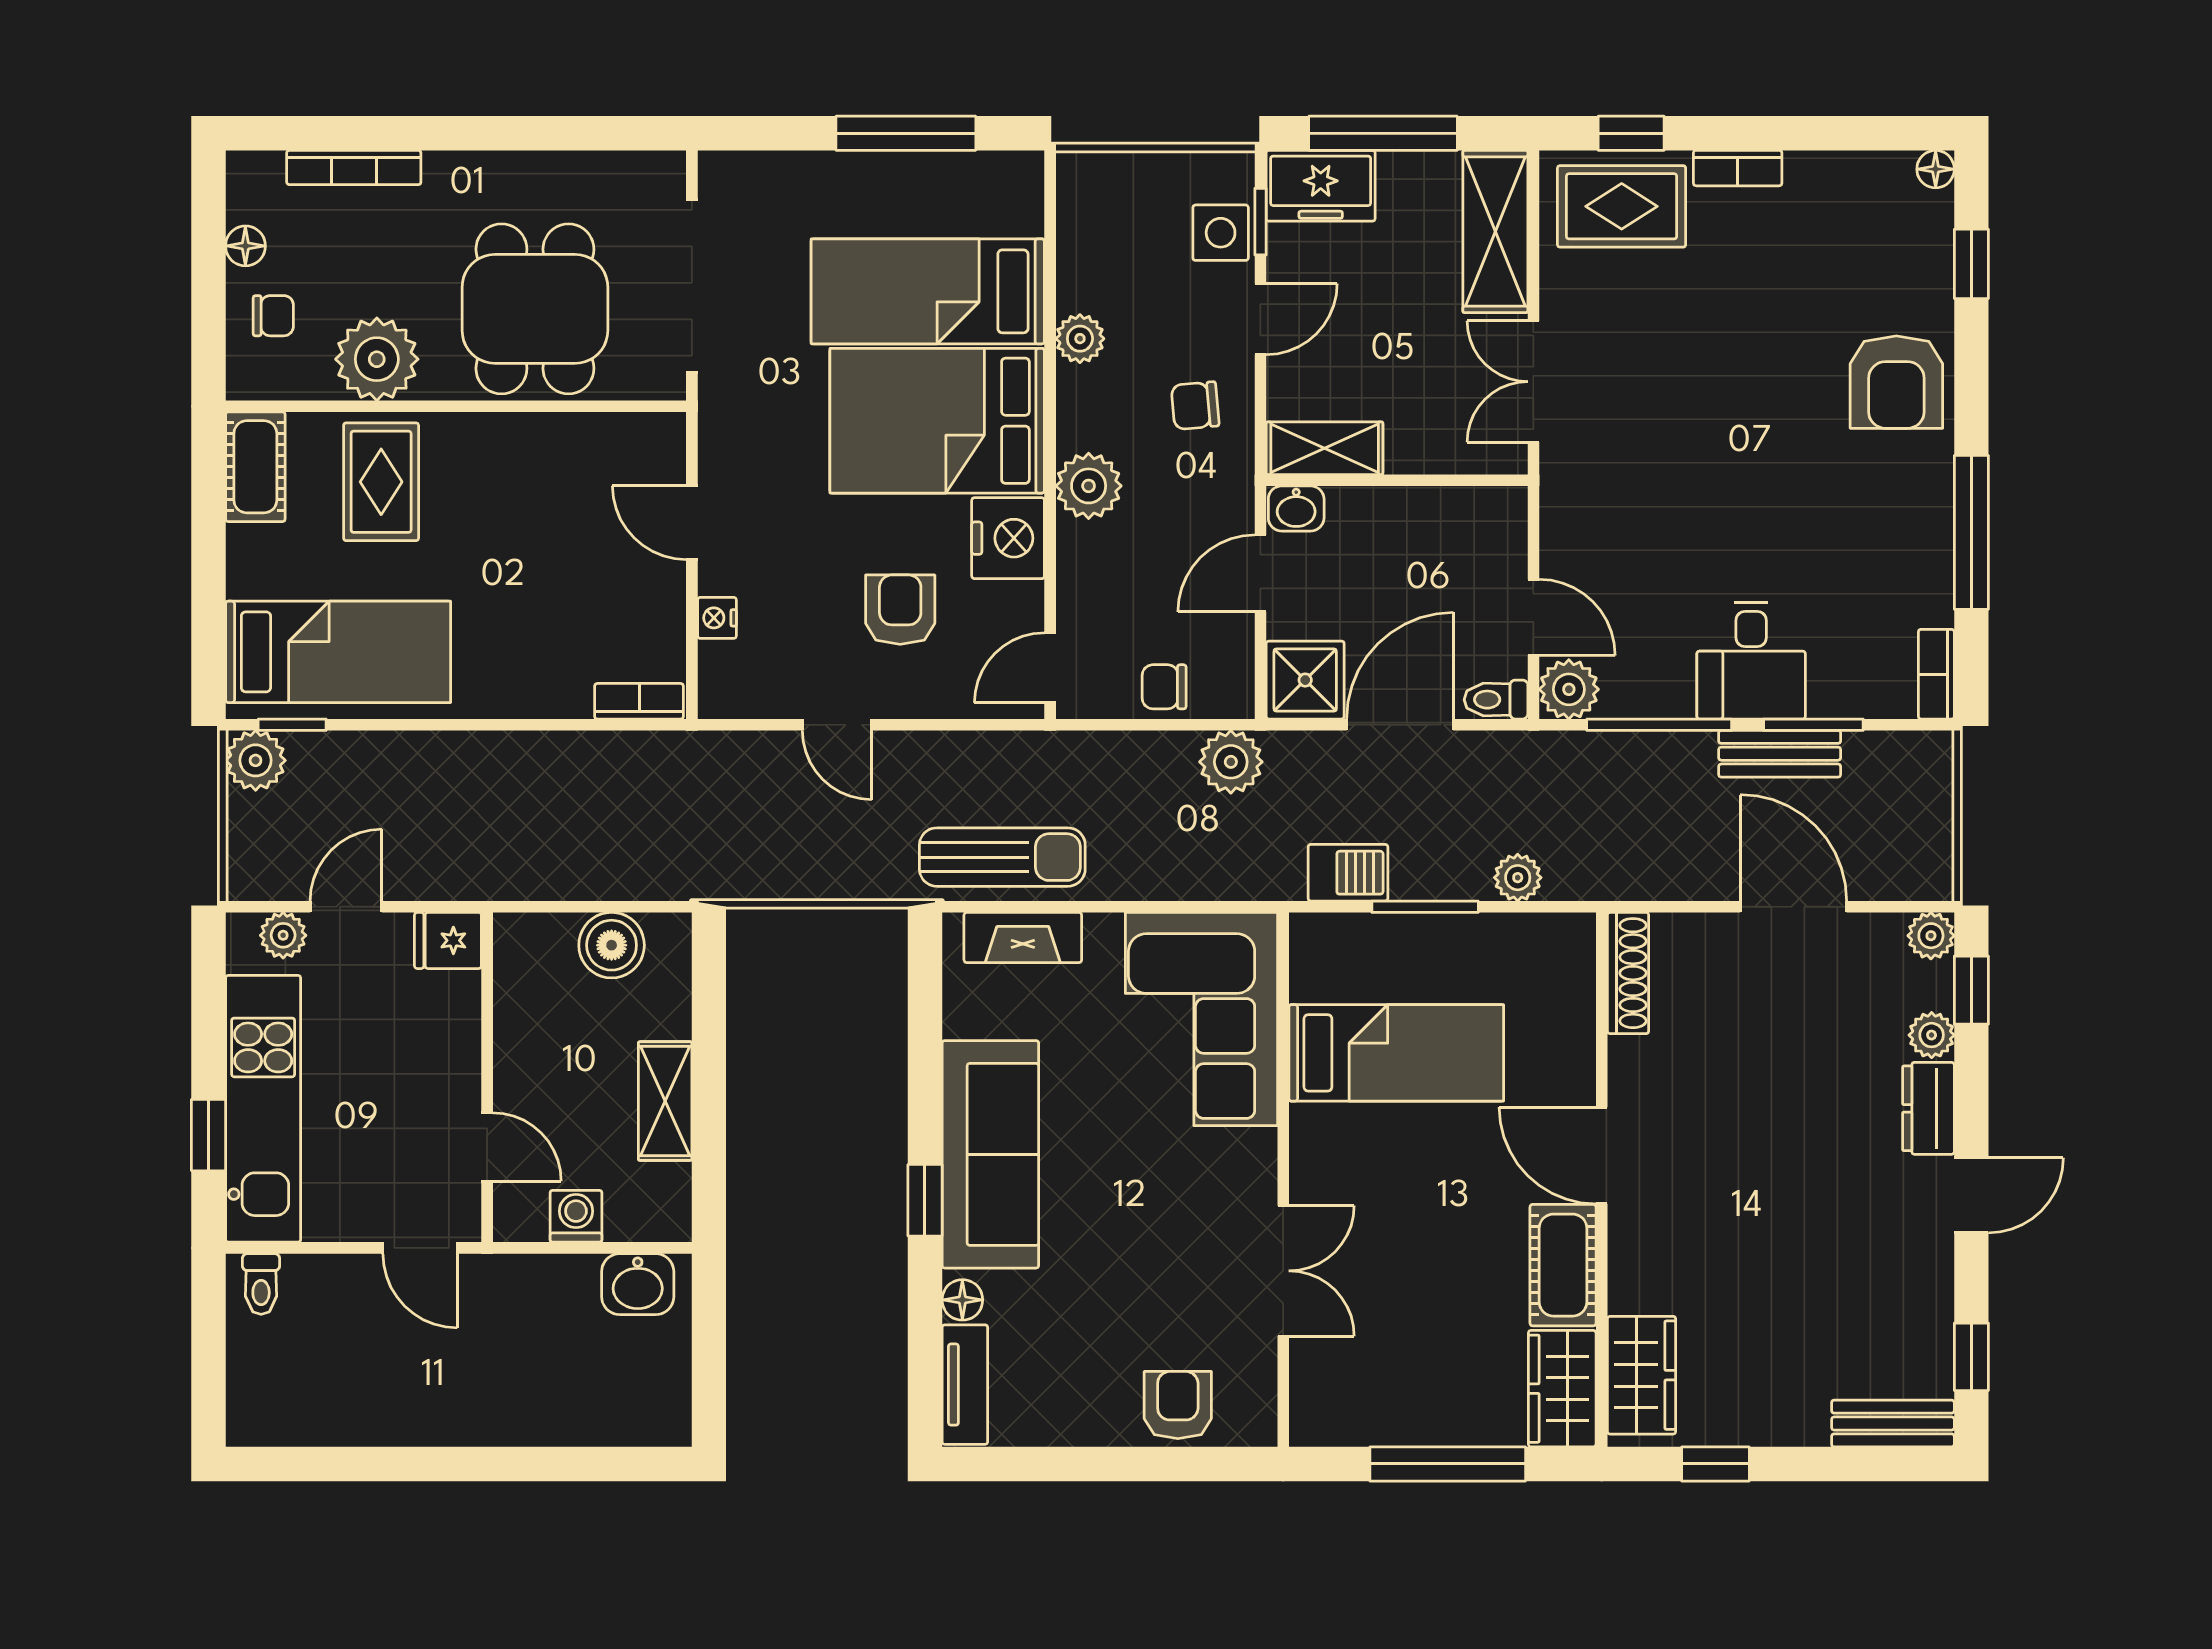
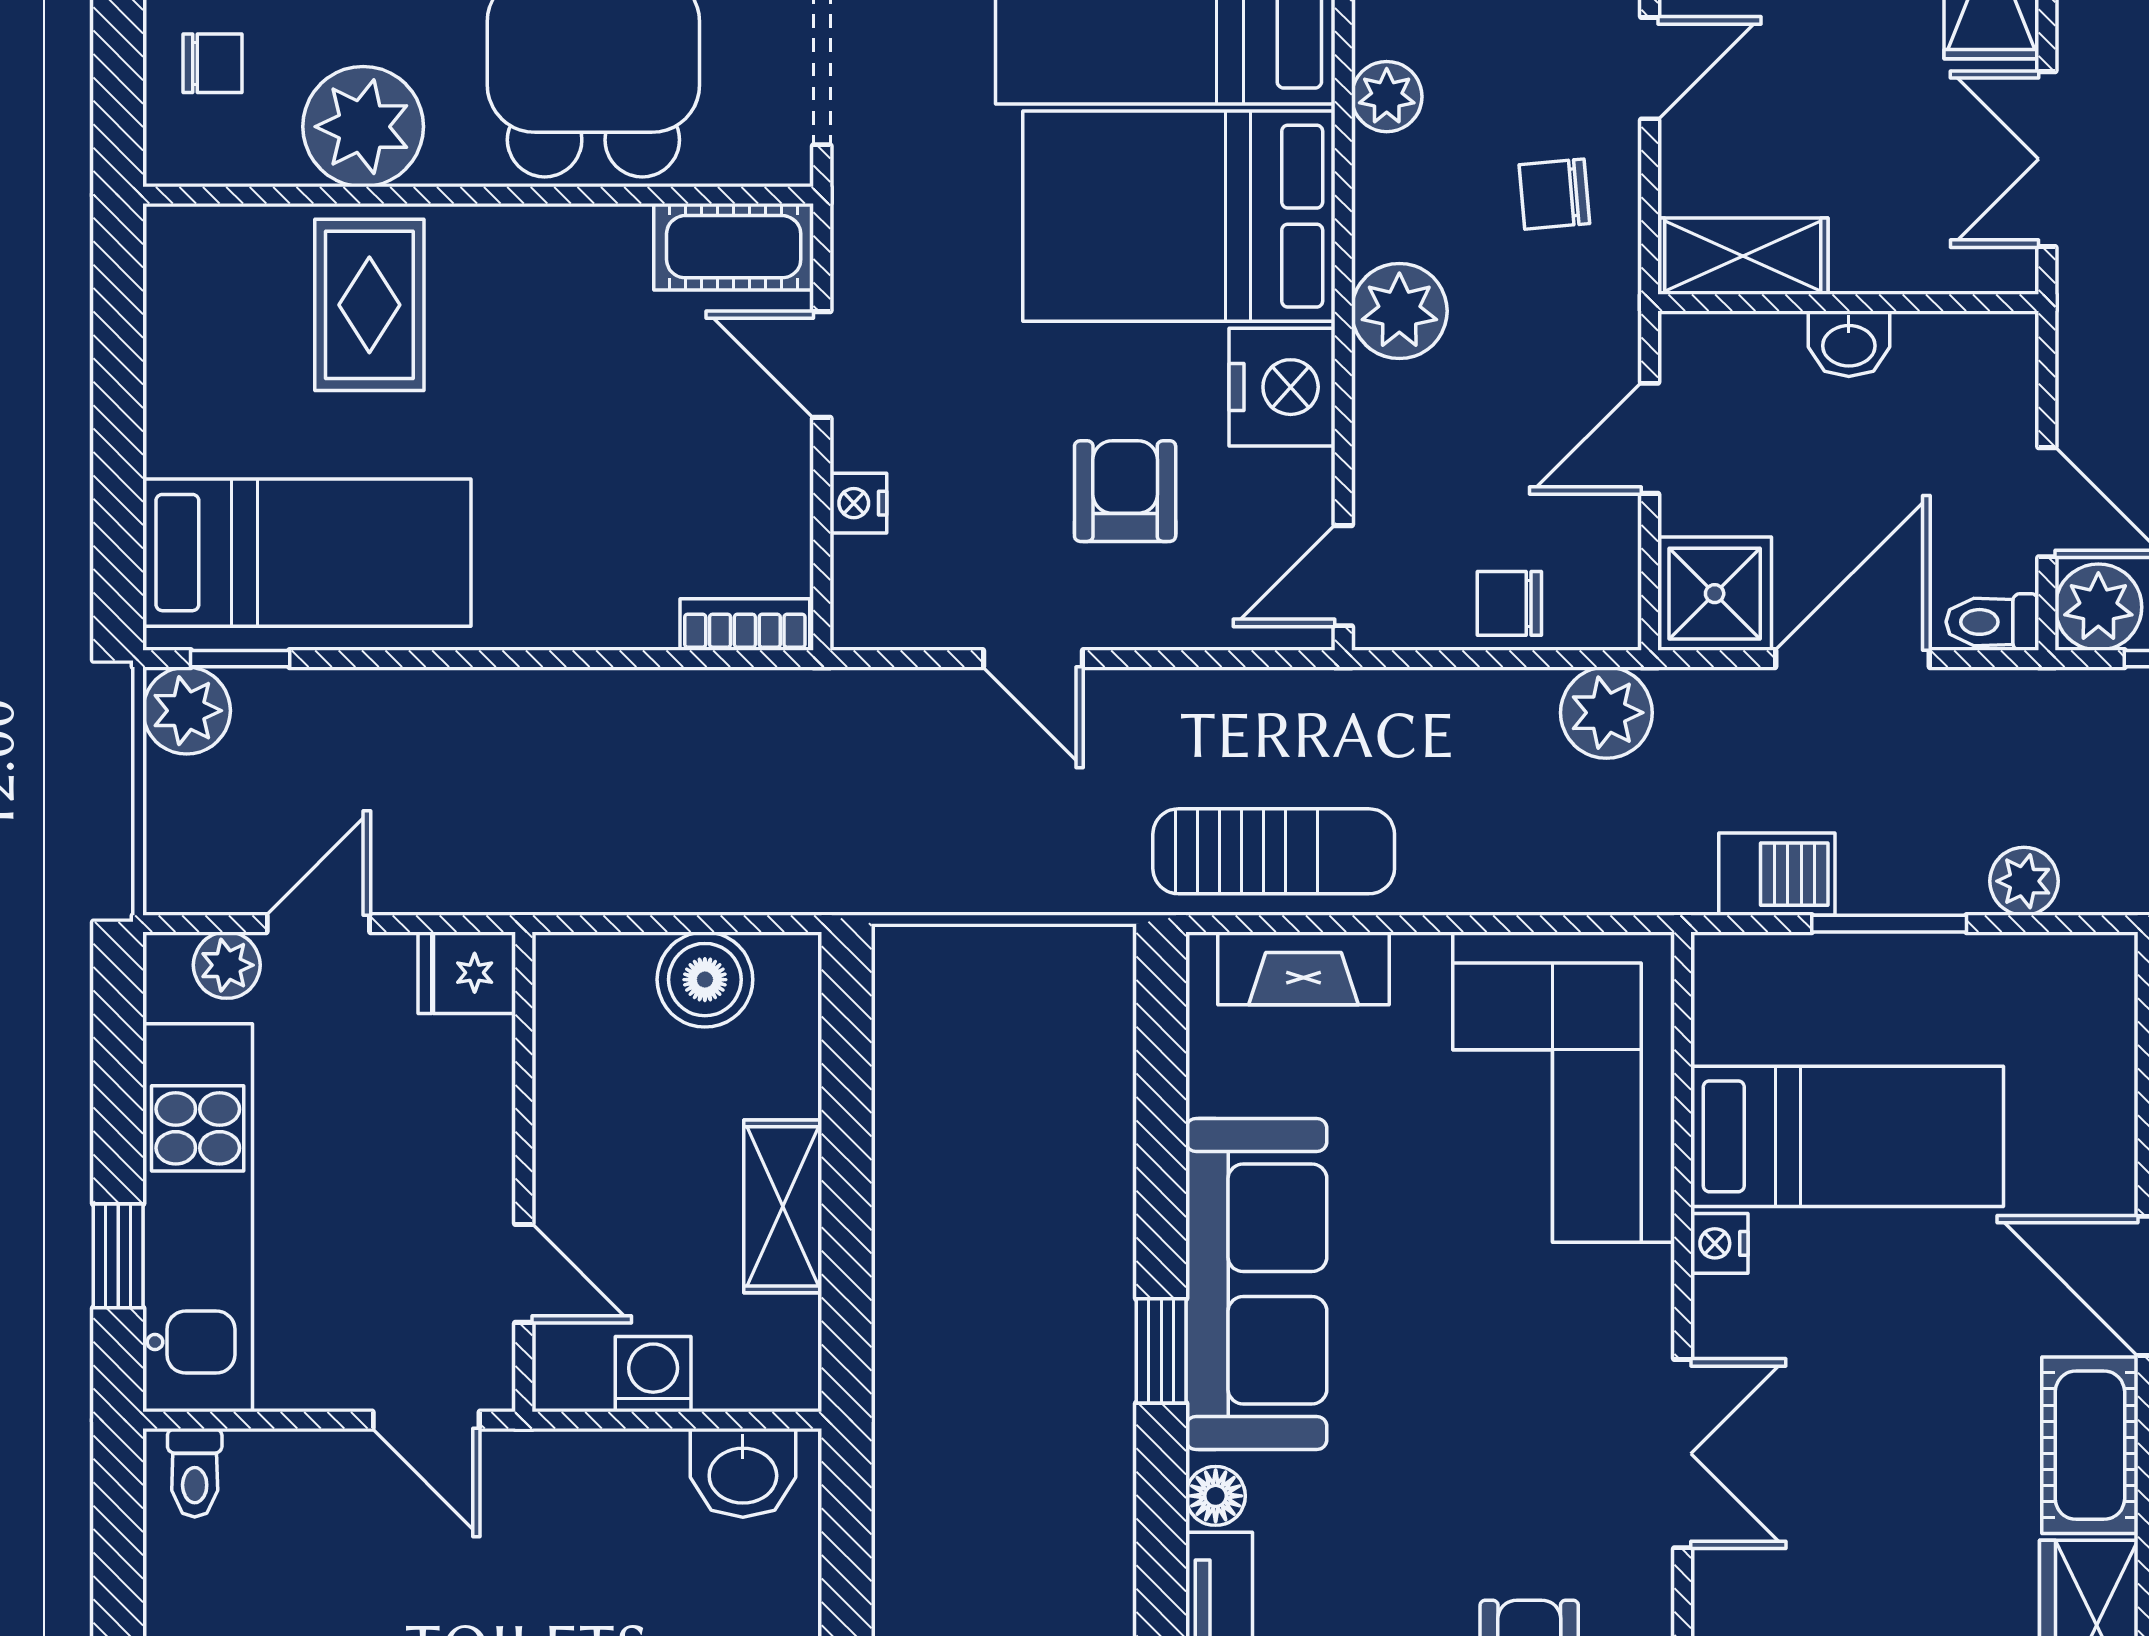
cot: (255, 467) -> (734, 247), moved, turned 90
washbasin: (1296, 508) -> (1849, 344), moved
nightstand: (1308, 1126) -> (1719, 1243), added

